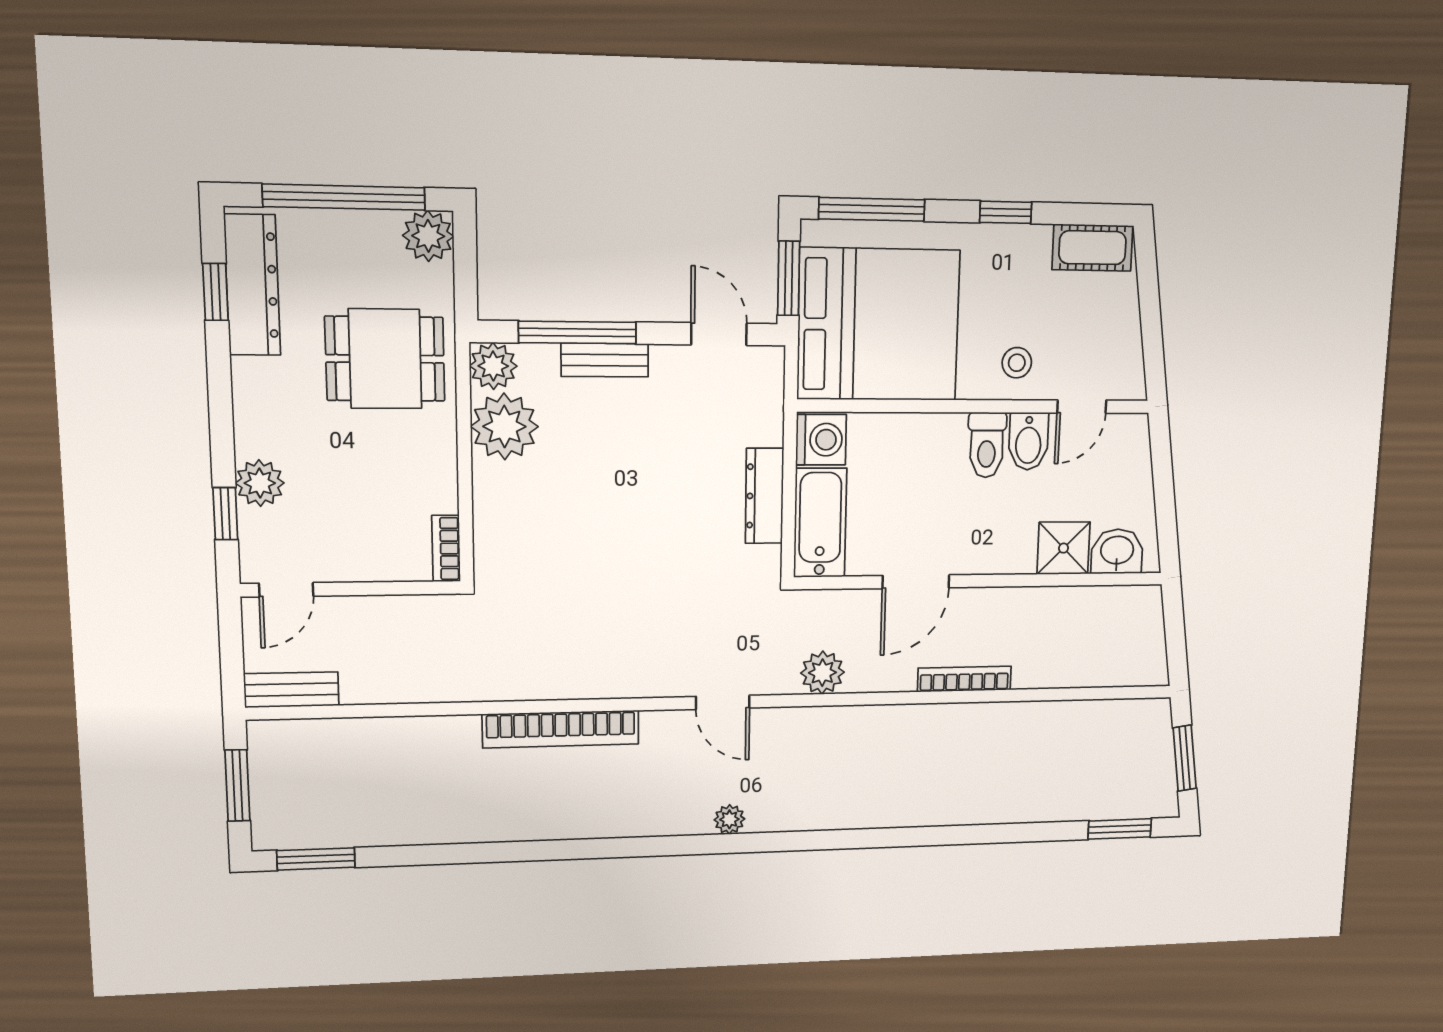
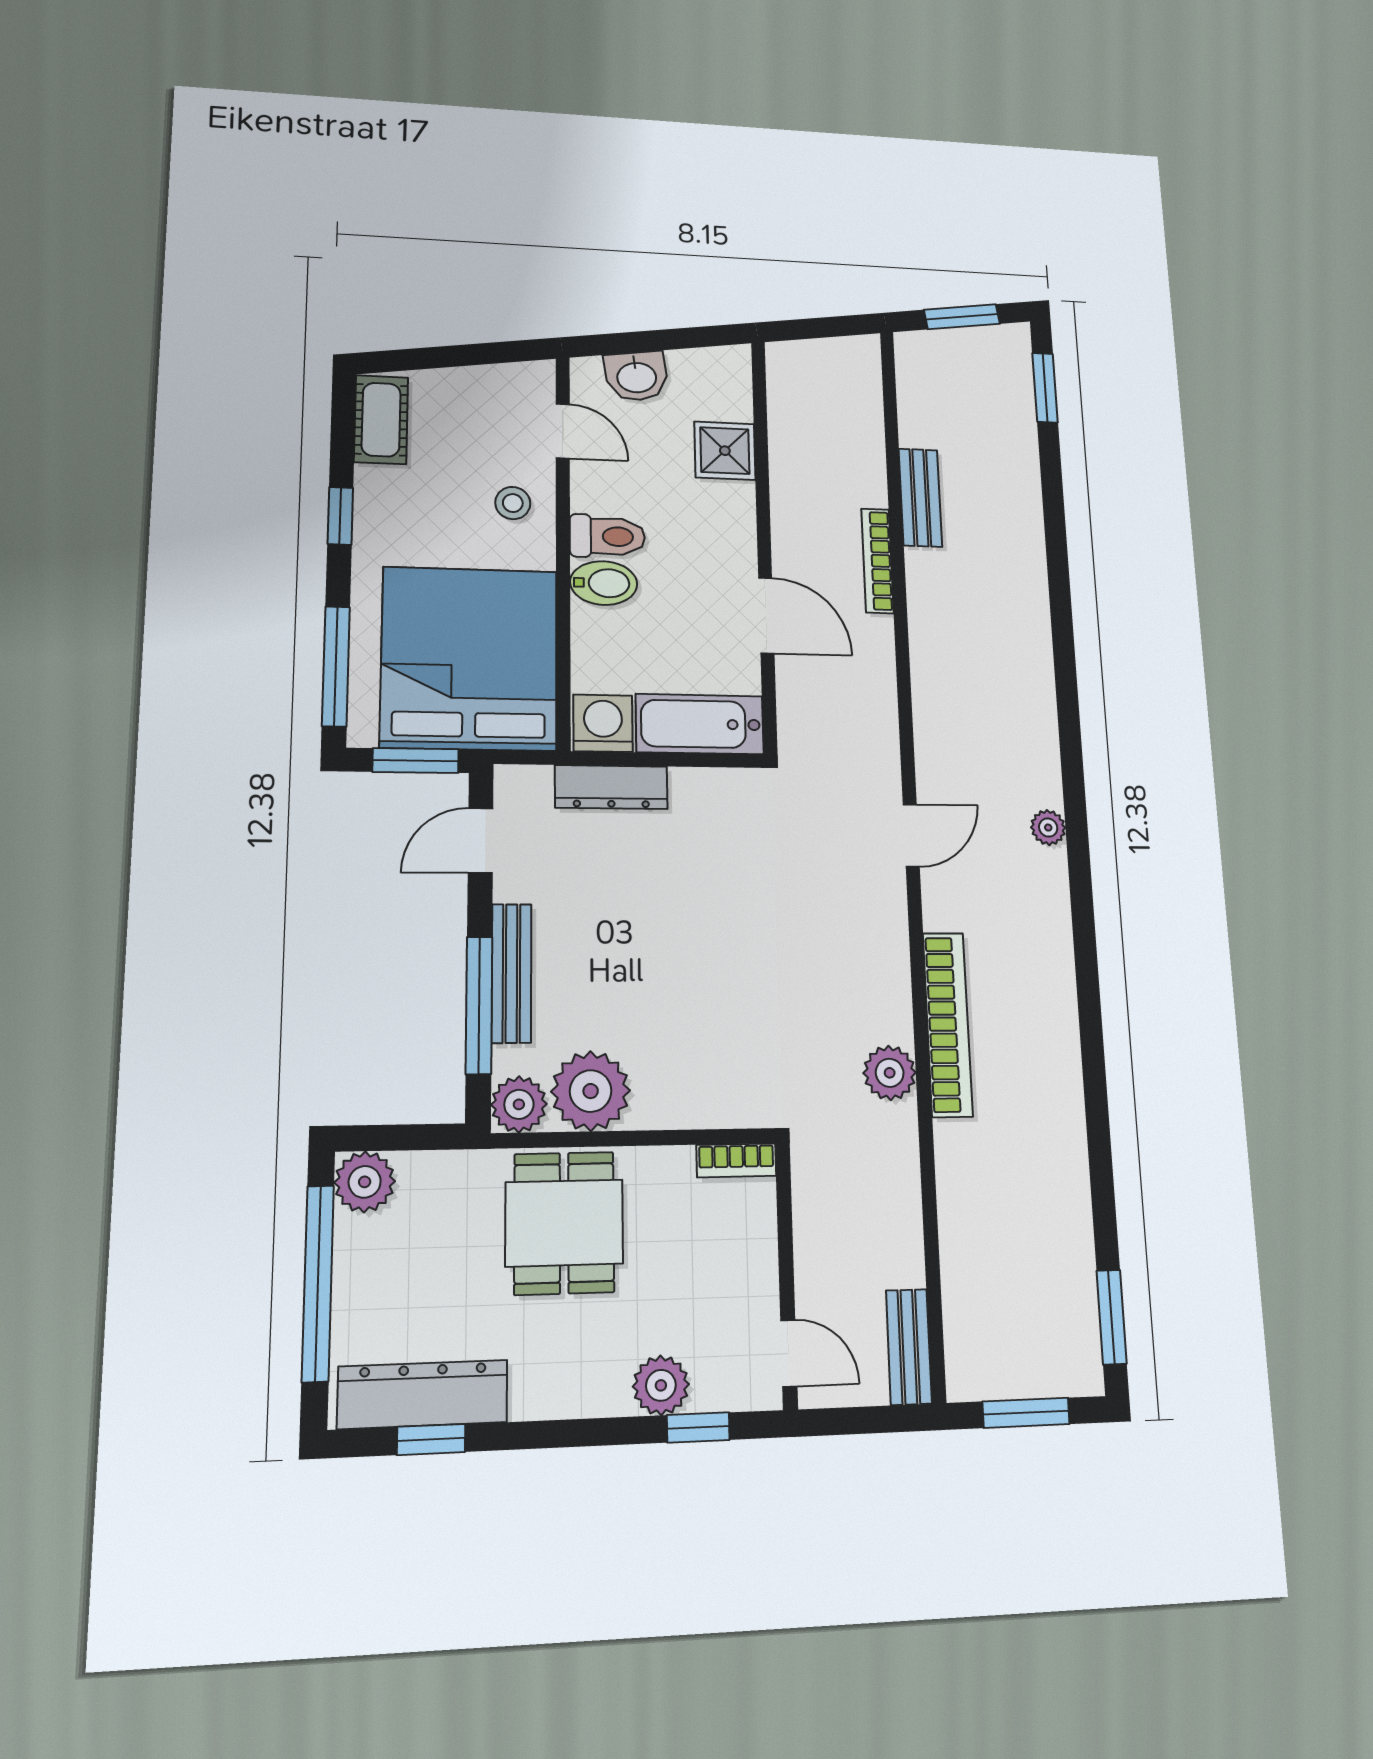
dining table: (385, 359) -> (564, 1223), moved
bench: (605, 360) -> (511, 973), width x1.36
bidet: (1028, 441) -> (604, 583), moved
dresser: (764, 496) -> (611, 787), moved
washbasin: (1117, 551) -> (636, 376), moved, turned -98
plant: (822, 673) -> (890, 1073), moved
bench: (1021, 717) -> (920, 498), added

